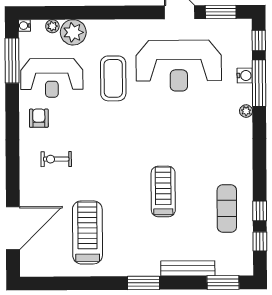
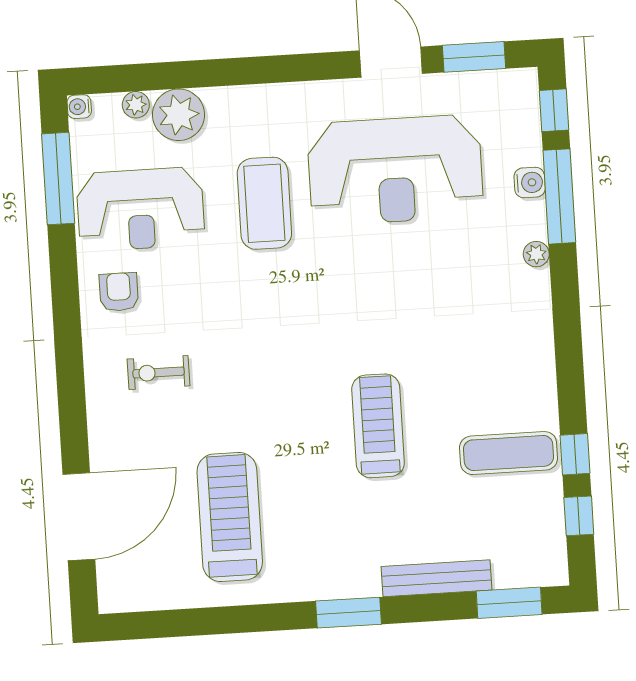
exercise mat: (227, 209) -> (509, 453), turned 90

